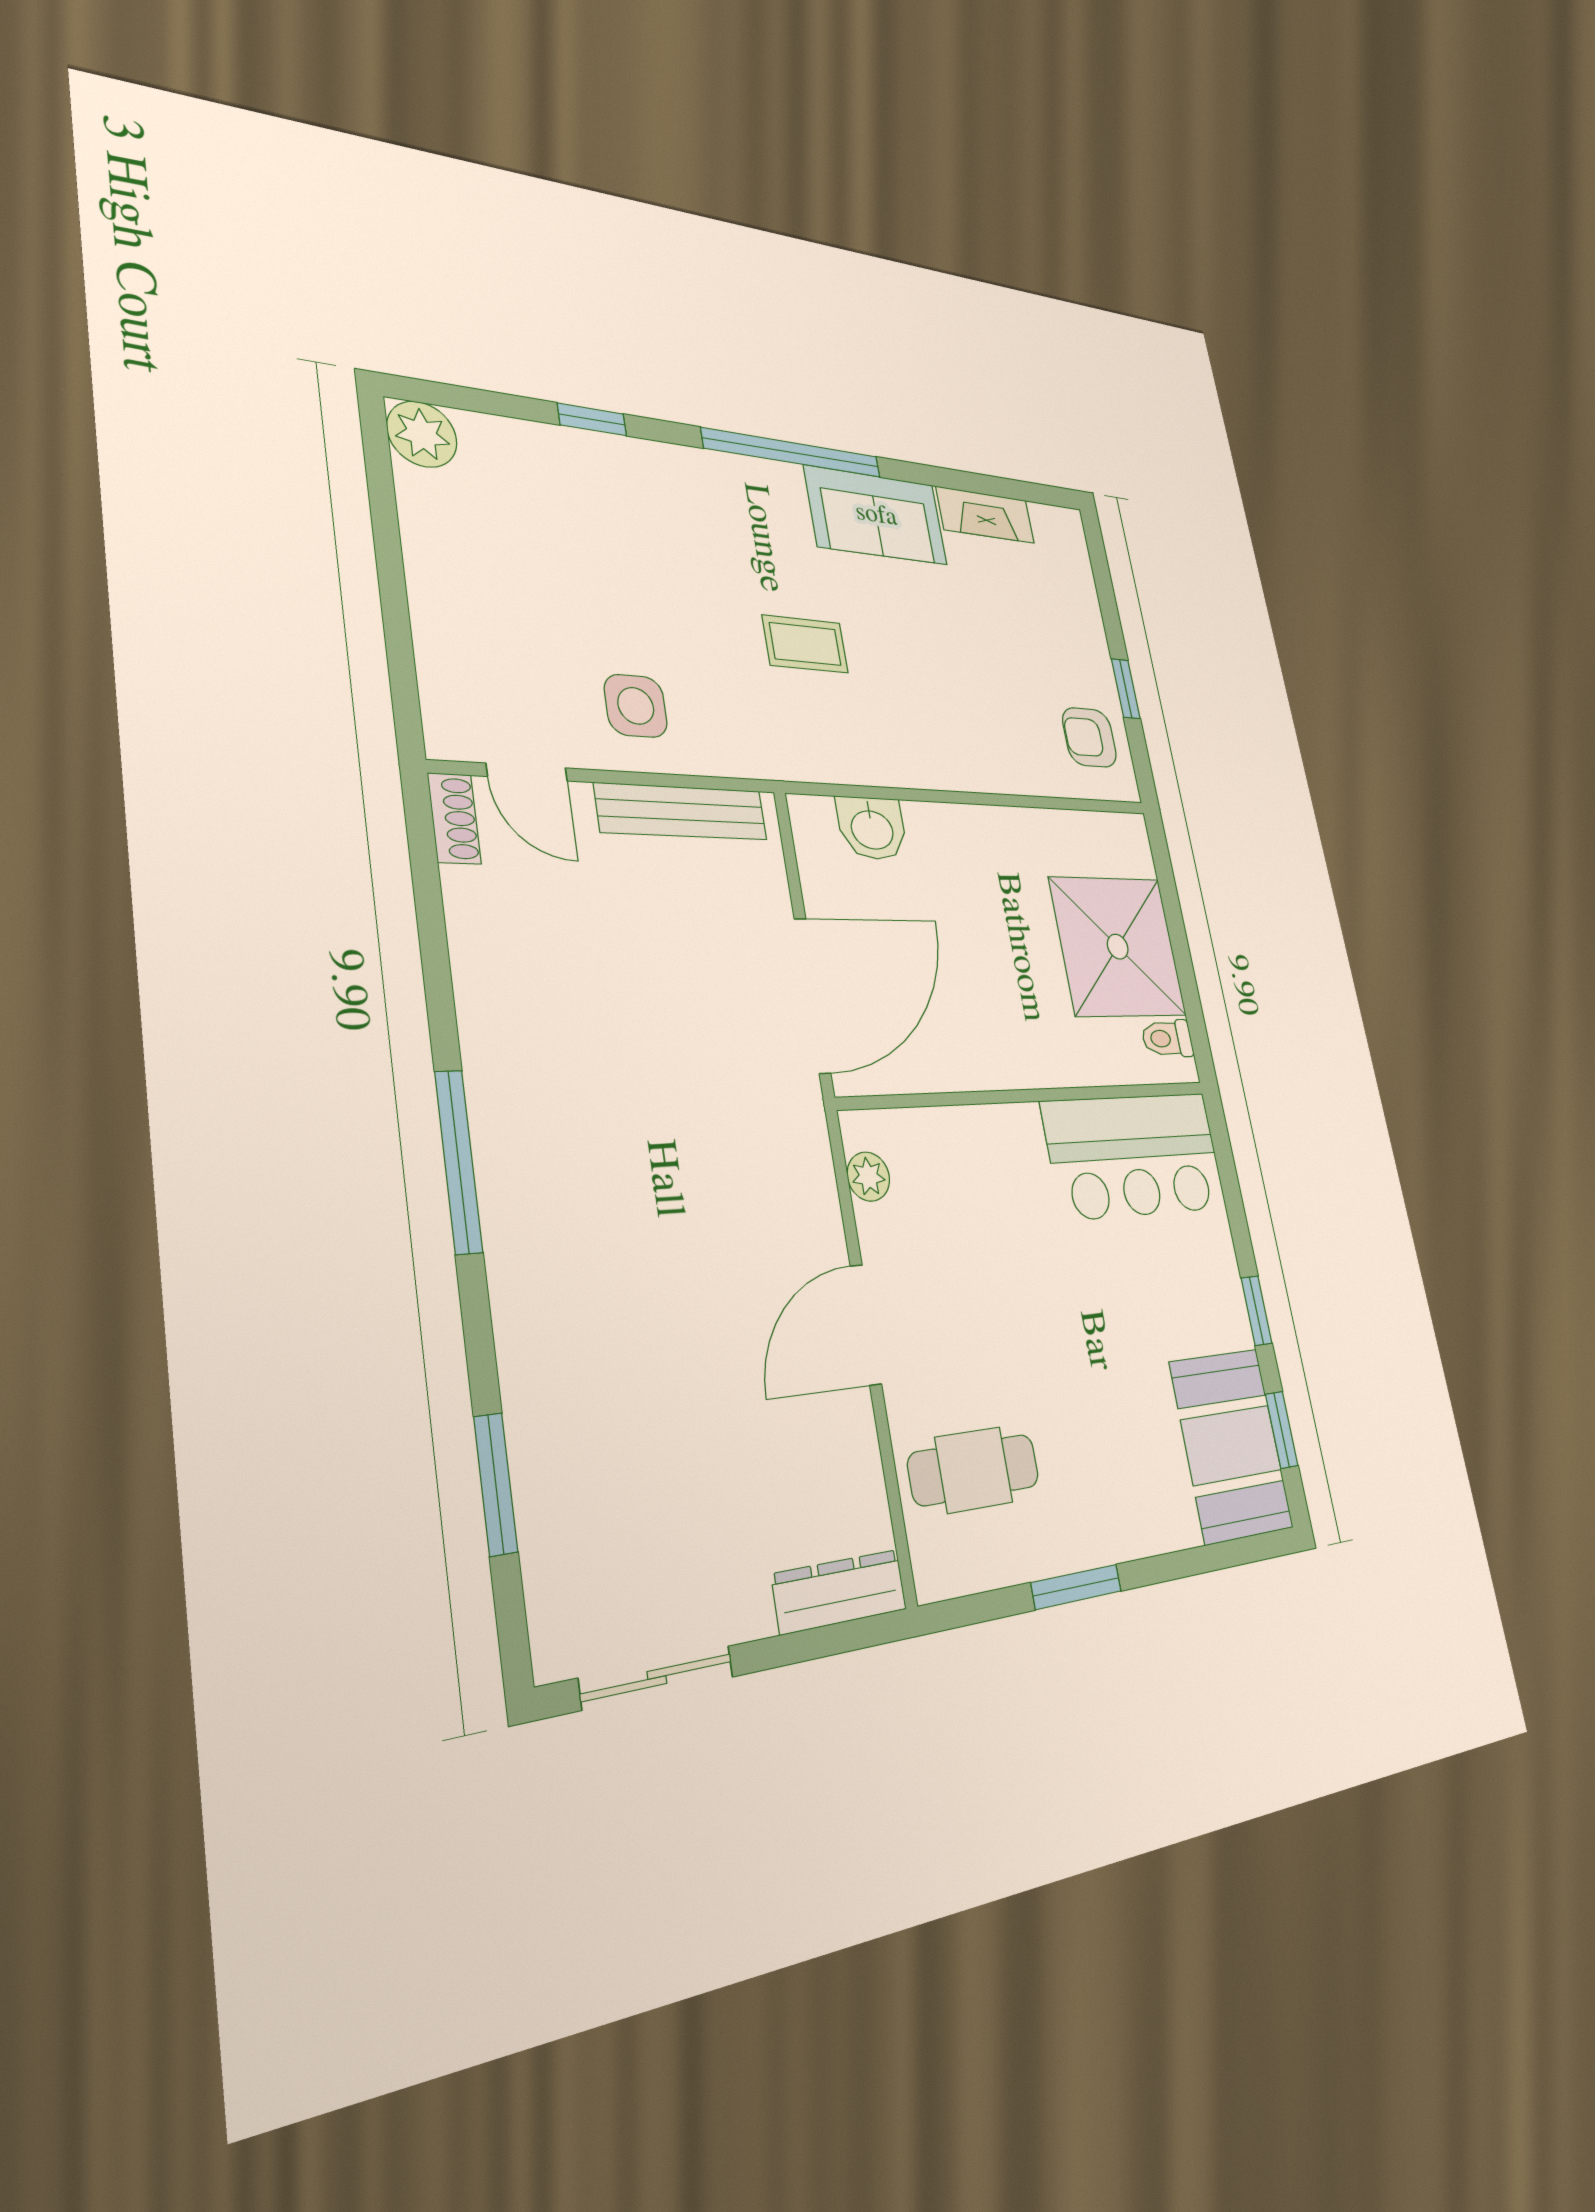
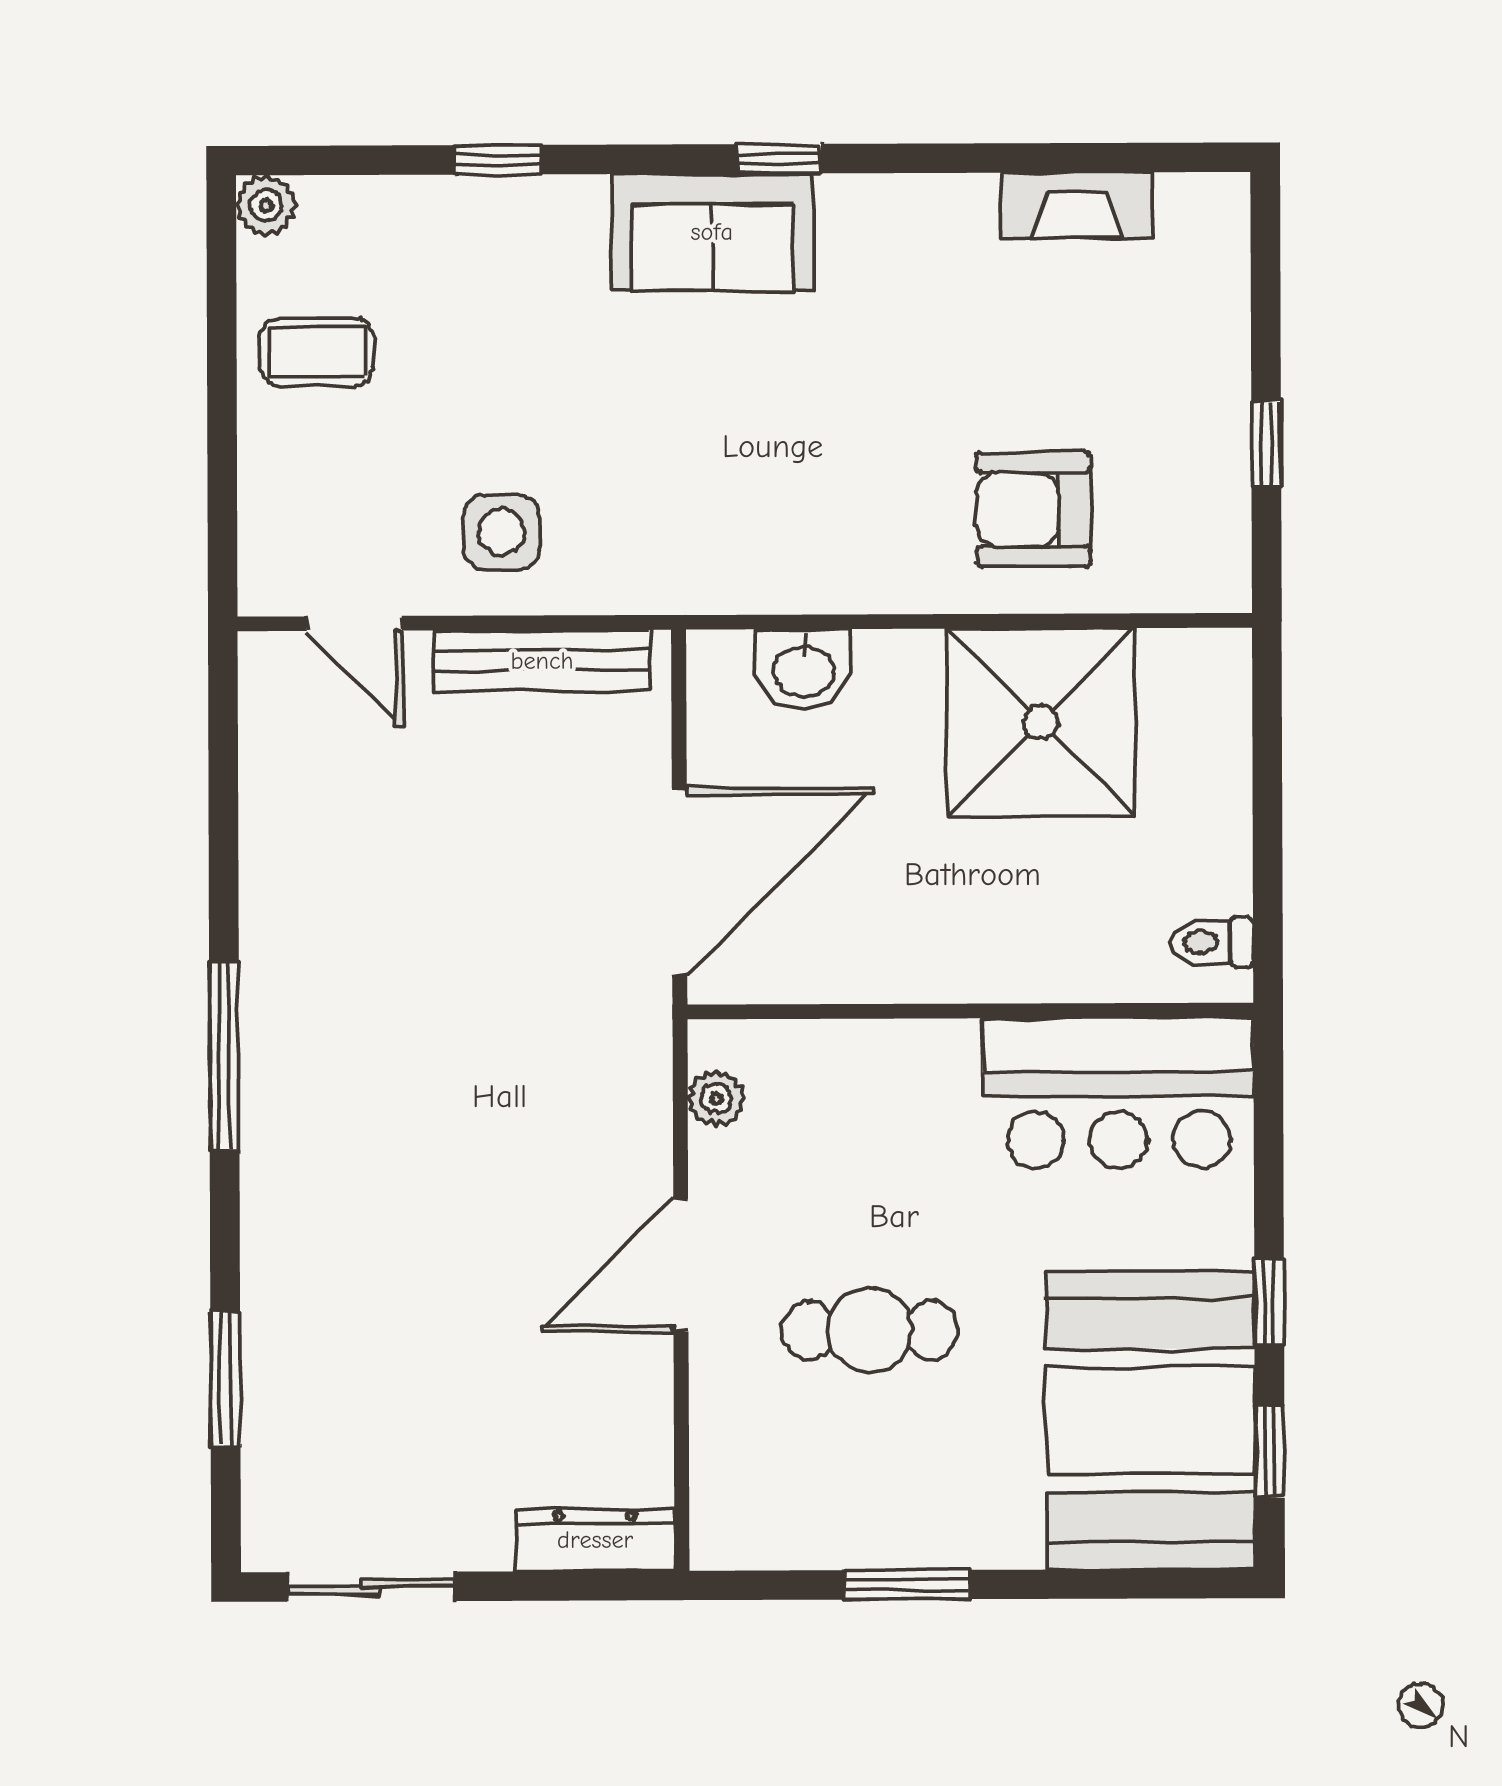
plant: (422, 434) -> (266, 205), width x0.73, depth x0.73
window: (792, 453) -> (779, 159), width x0.32
sofa: (876, 515) -> (712, 232), moved
coffee table: (805, 644) -> (317, 352), moved
armchair: (1089, 737) -> (1033, 509), moved, width x1.38, depth x1.38
shoe rack: (454, 818) -> (263, 682), removed
shower: (1118, 947) -> (1041, 722), moved
booth: (1231, 1445) -> (1150, 1420), width x1.36, depth x1.42
cafe table: (974, 1470) -> (870, 1330), moved

